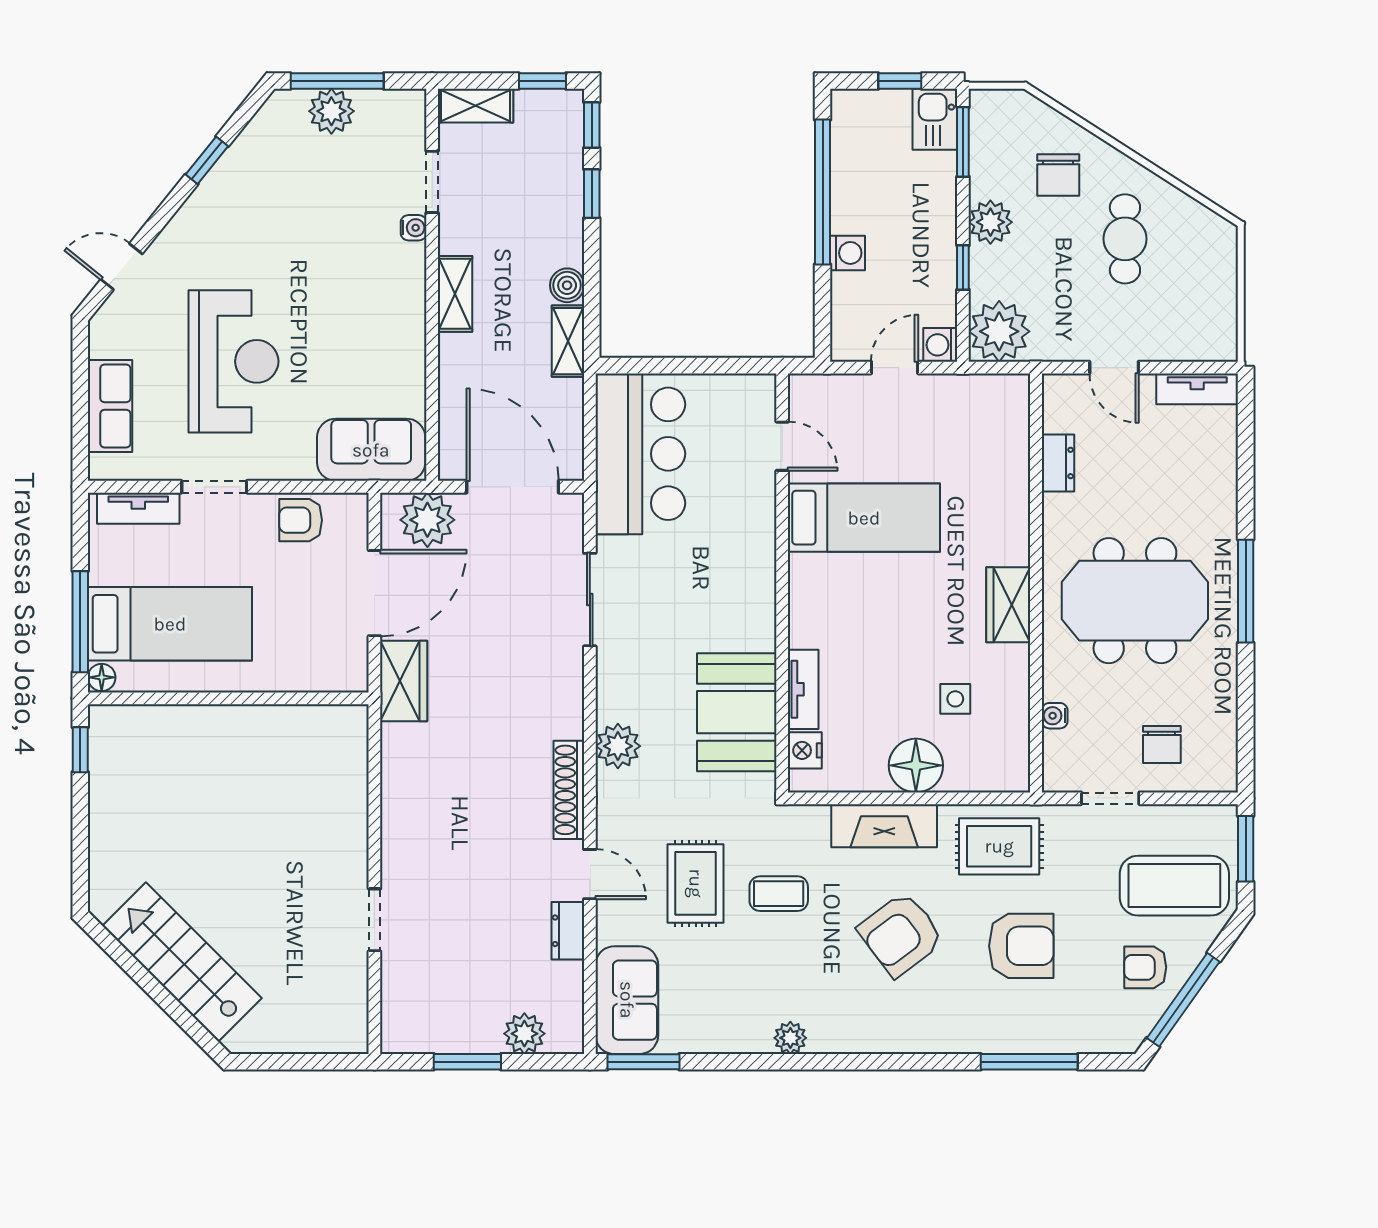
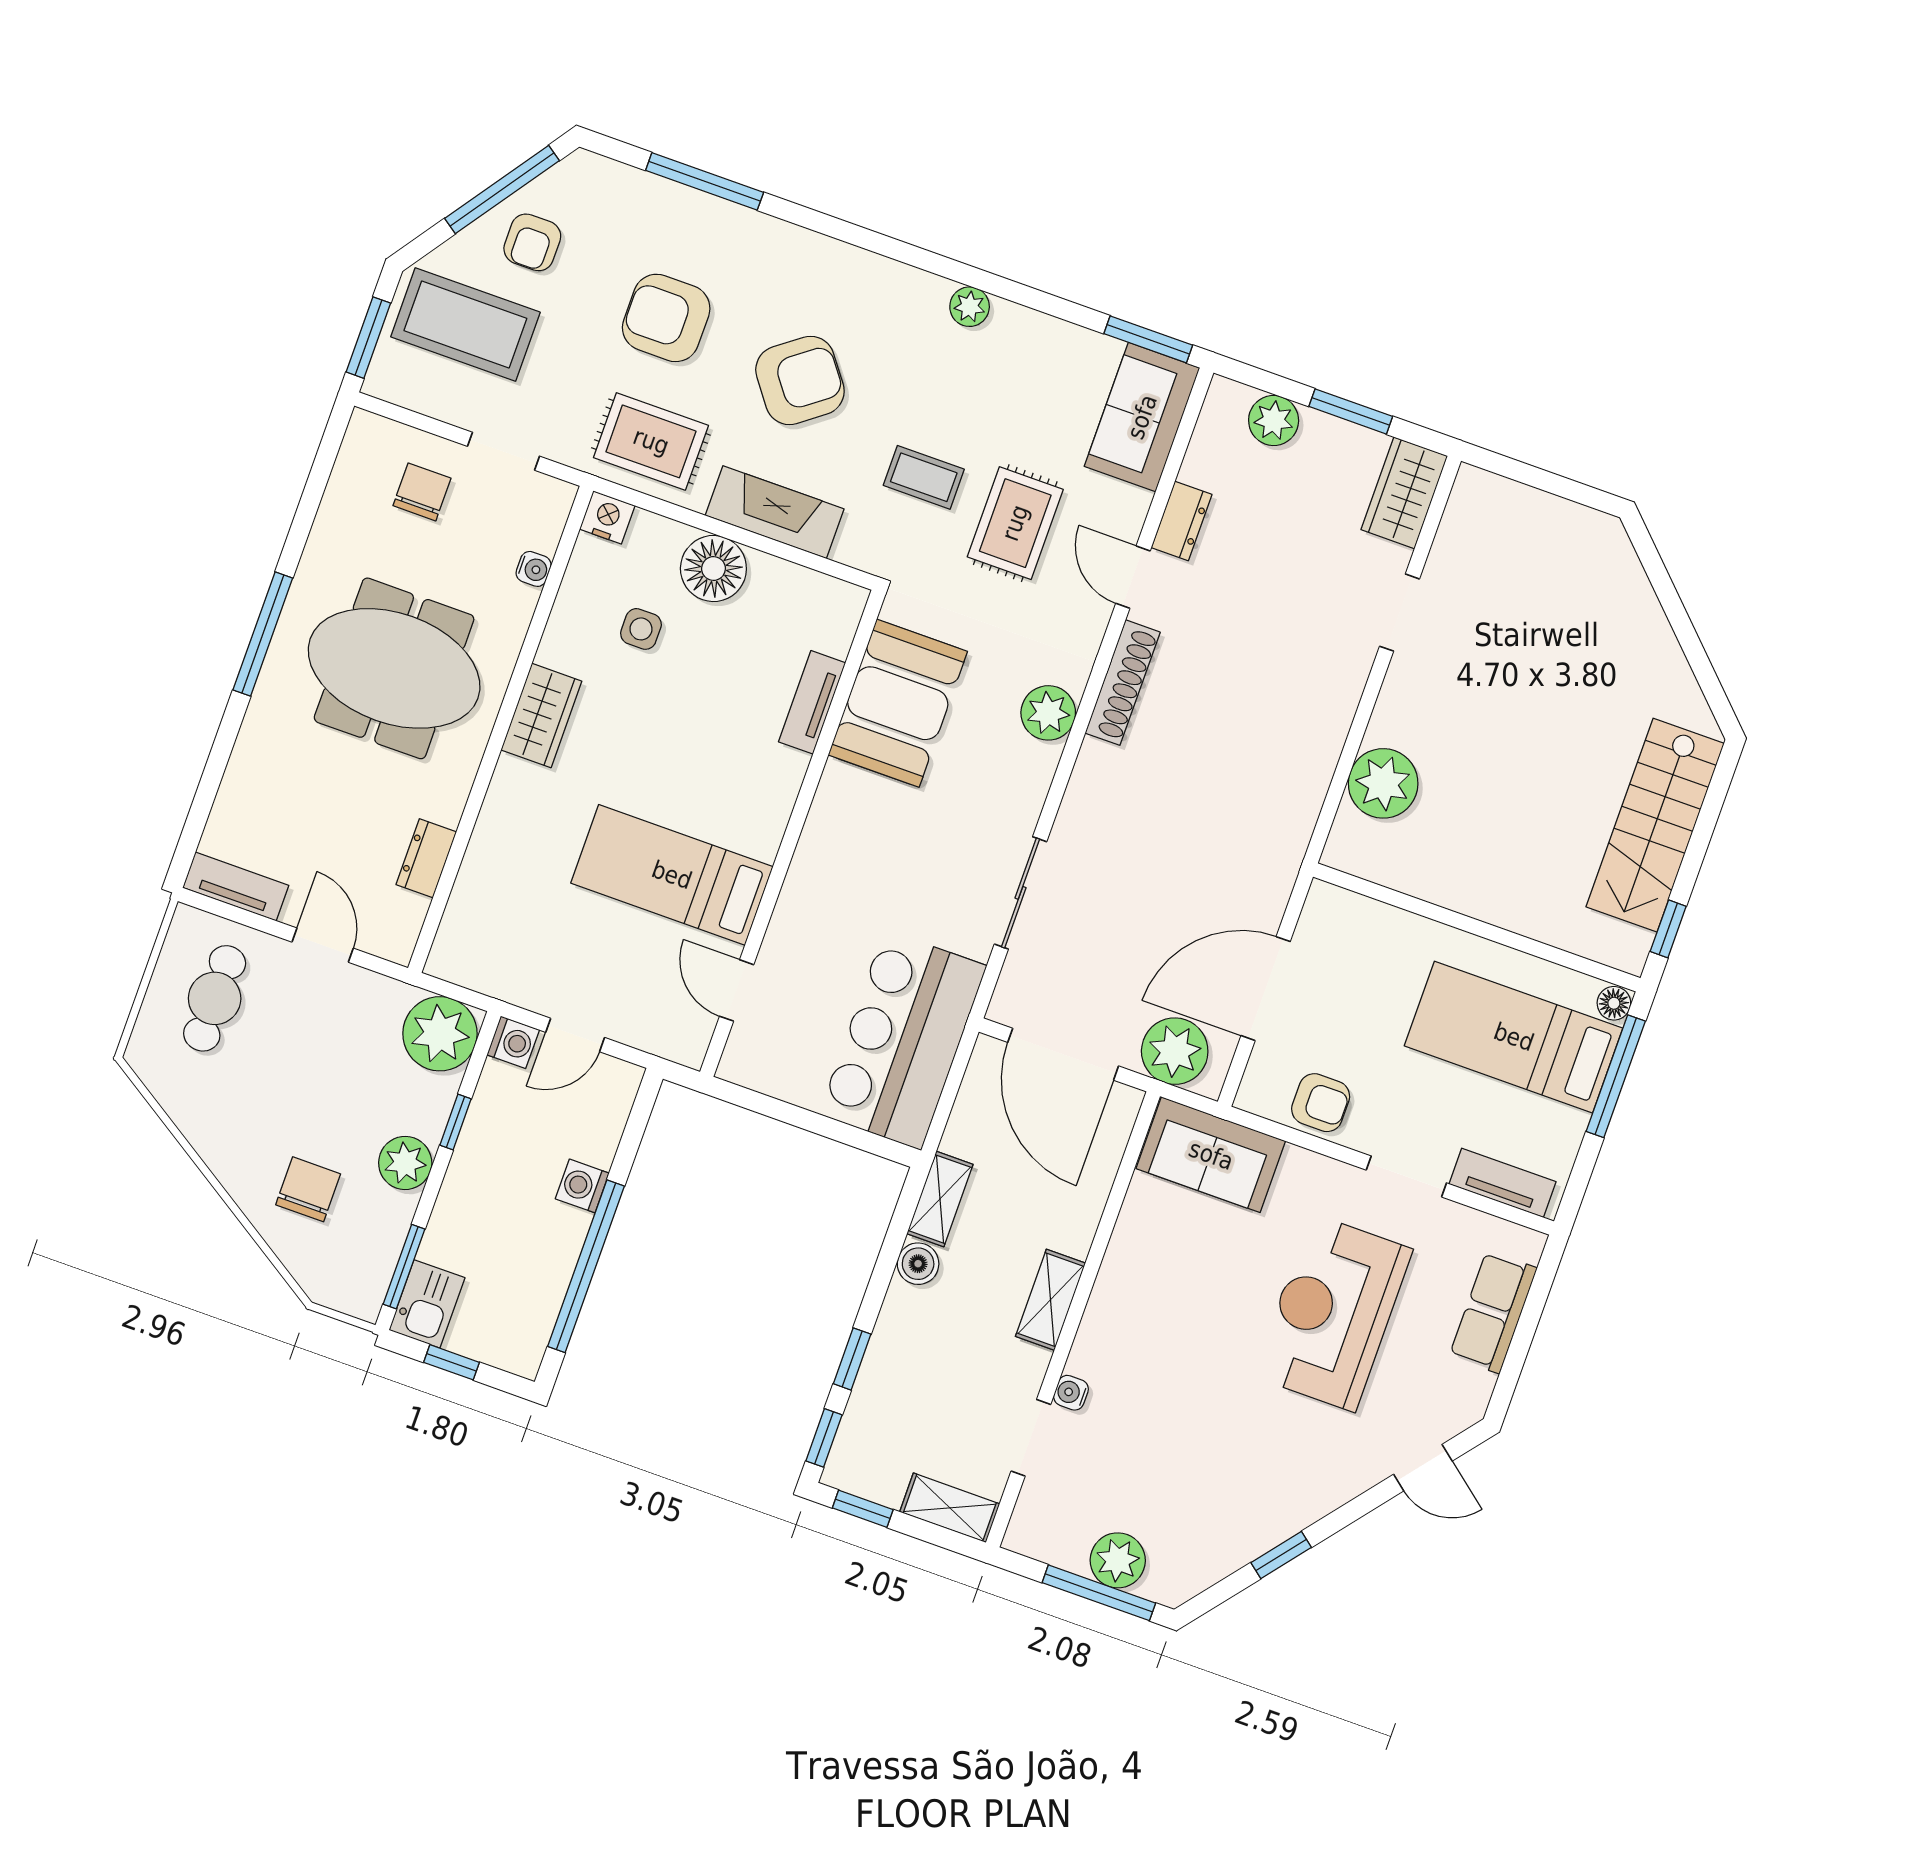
cafe table: (1125, 239) -> (215, 998), moved
wardrobe: (404, 681) -> (1404, 493), moved
nightstand: (805, 750) -> (607, 517), moved, turned -90
plant: (340, 784) -> (1383, 783), added
stairs: (182, 962) -> (1655, 825), moved, turned 45
armchair: (1145, 967) -> (532, 242), turned 90

